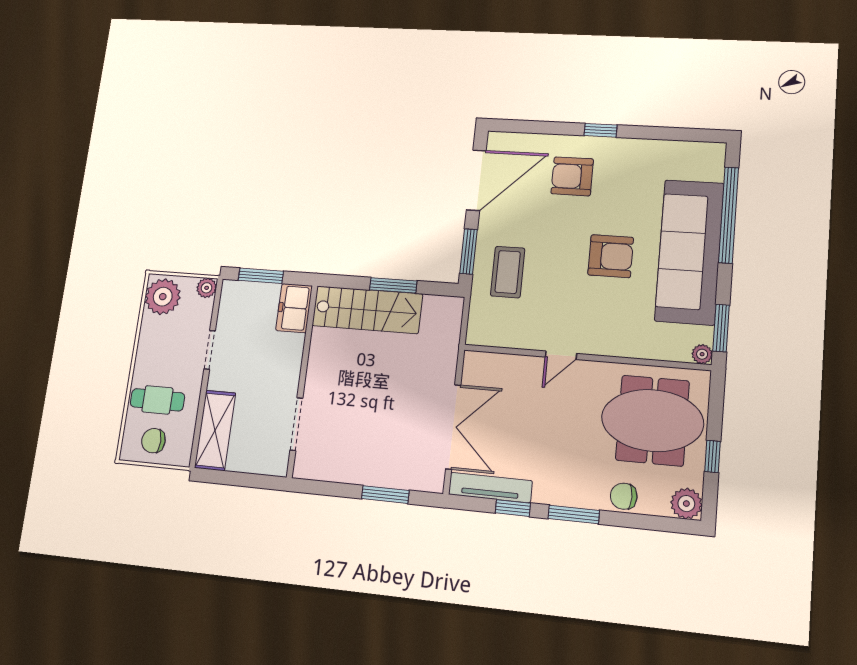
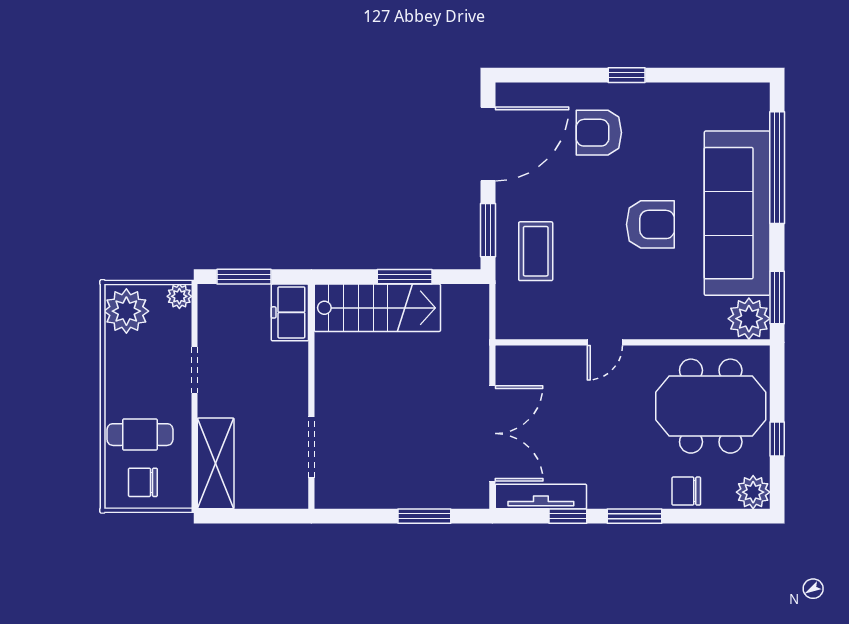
plant: (702, 354) -> (749, 319), width x1.88, depth x1.88

